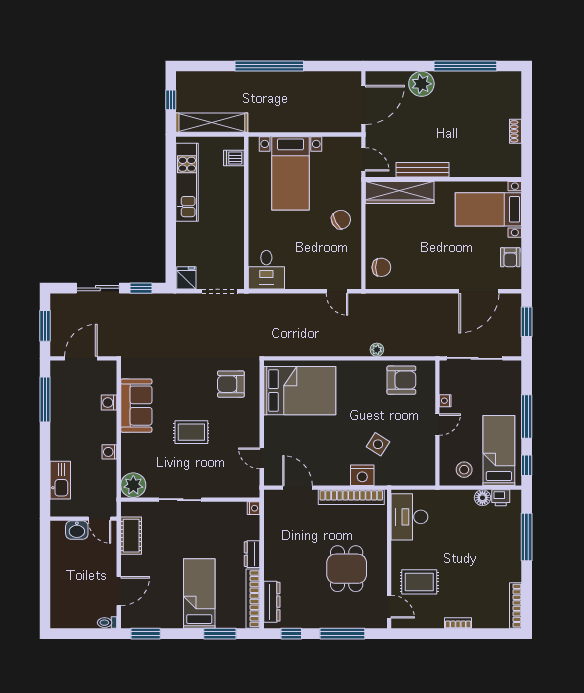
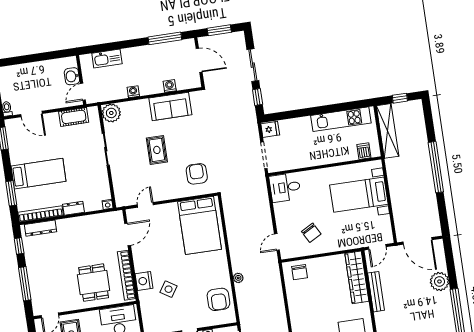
chair: (341, 220) -> (311, 233), moved
dining table: (347, 569) -> (94, 283), moved, turned 90

